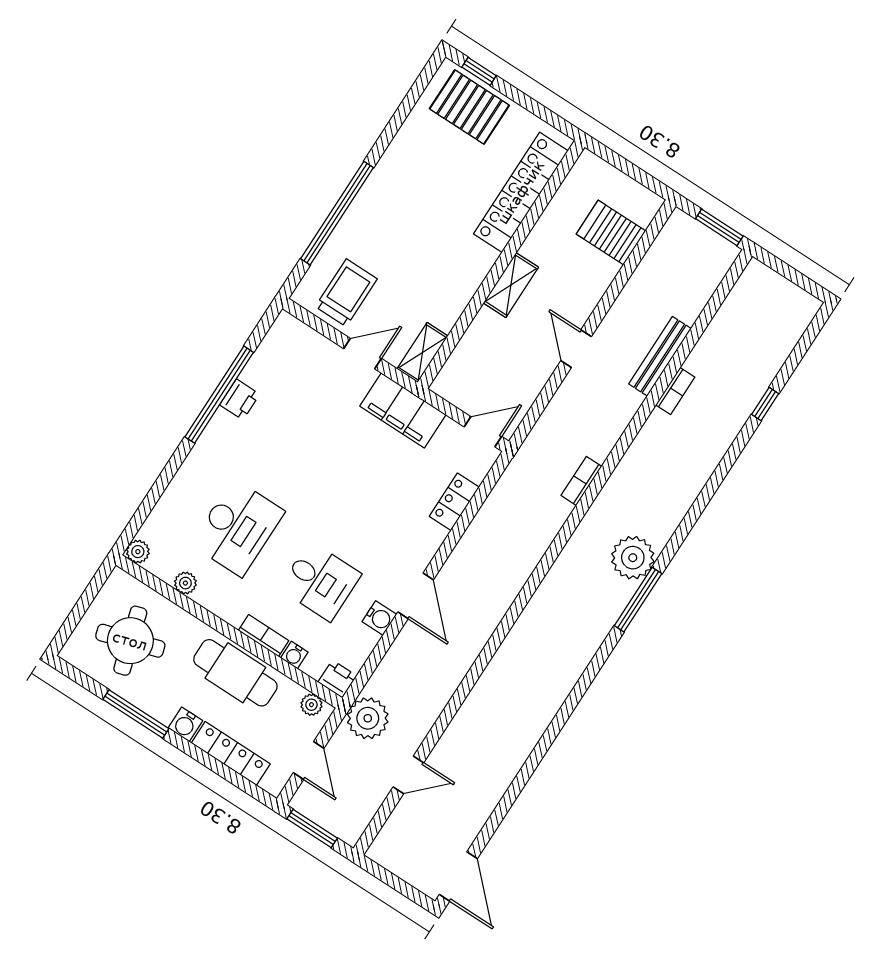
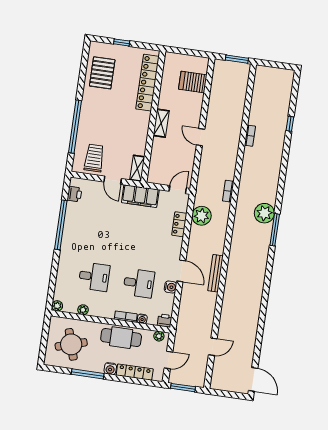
window: (479, 71) -> (122, 42), moved
pallet: (469, 107) -> (102, 73), moved, turned 90
door: (363, 354) -> (113, 180), swing flipped
bench: (660, 356) -> (215, 273), moved
printer: (240, 399) -> (74, 194), moved
desk: (238, 528) -> (94, 277), width x0.73
plant: (368, 718) -> (202, 216), moved
door: (309, 761) -> (168, 360), hinge flipped

